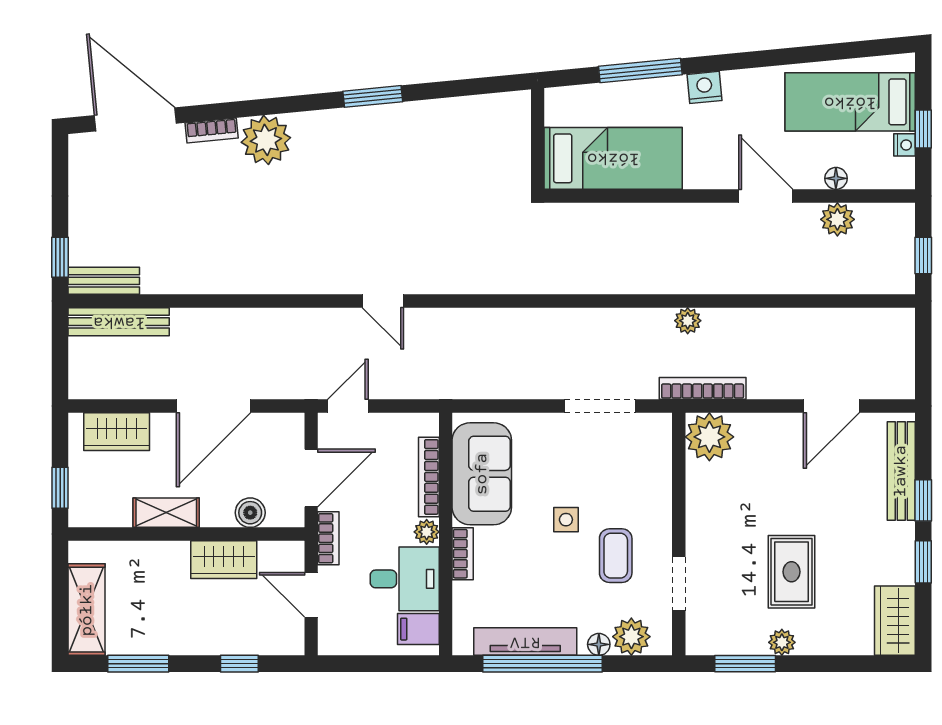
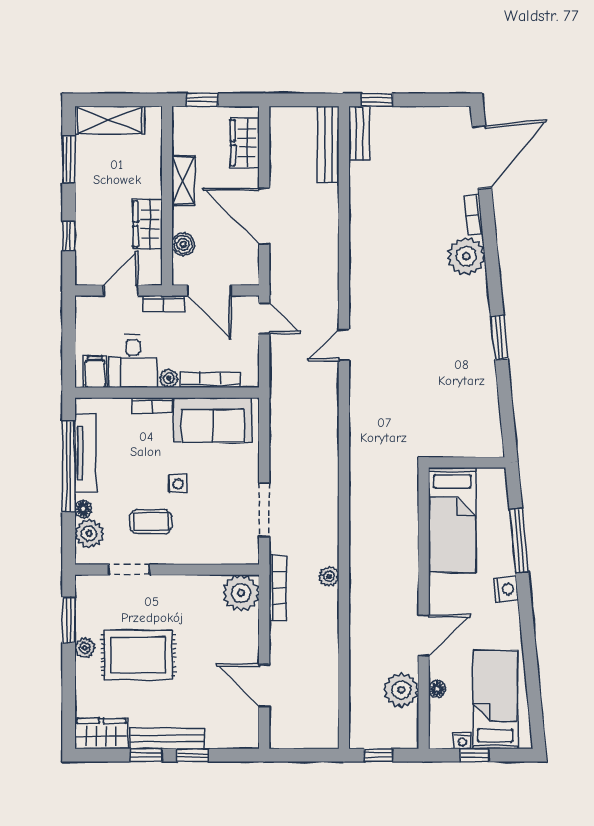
plant: (837, 219) -> (401, 690), width x1.36, depth x1.36
bench: (901, 471) -> (167, 738), moved
rug: (791, 572) -> (138, 655), width x1.36, depth x1.43

